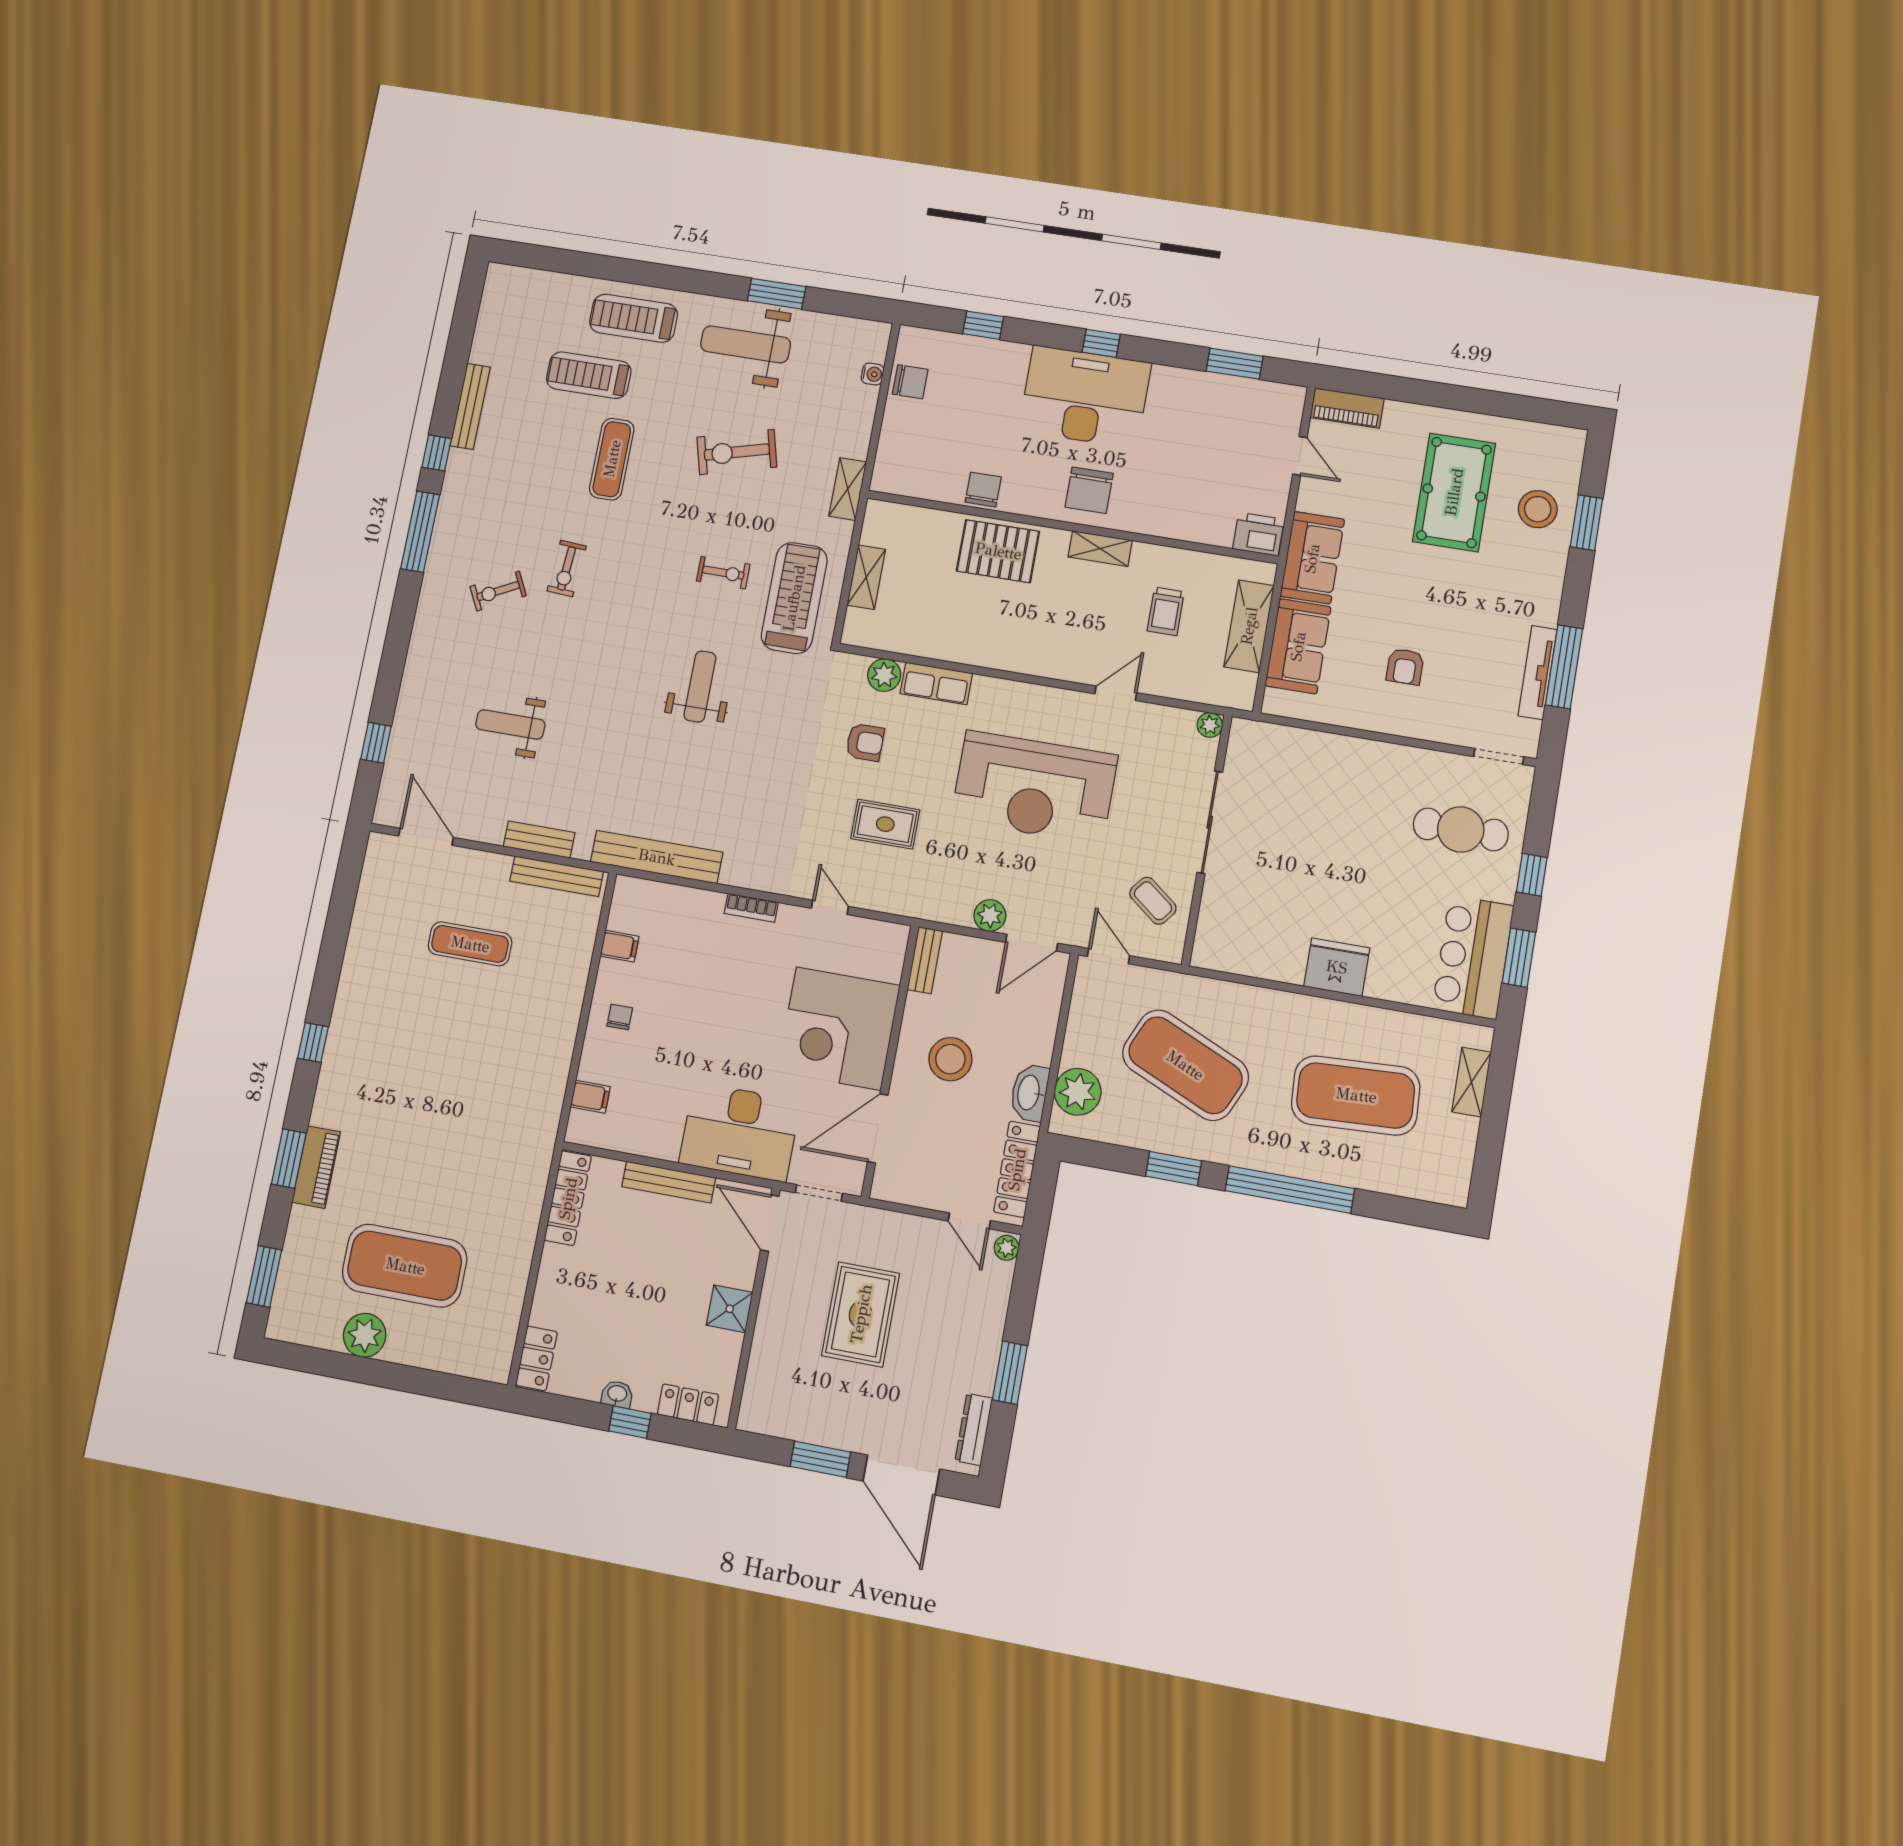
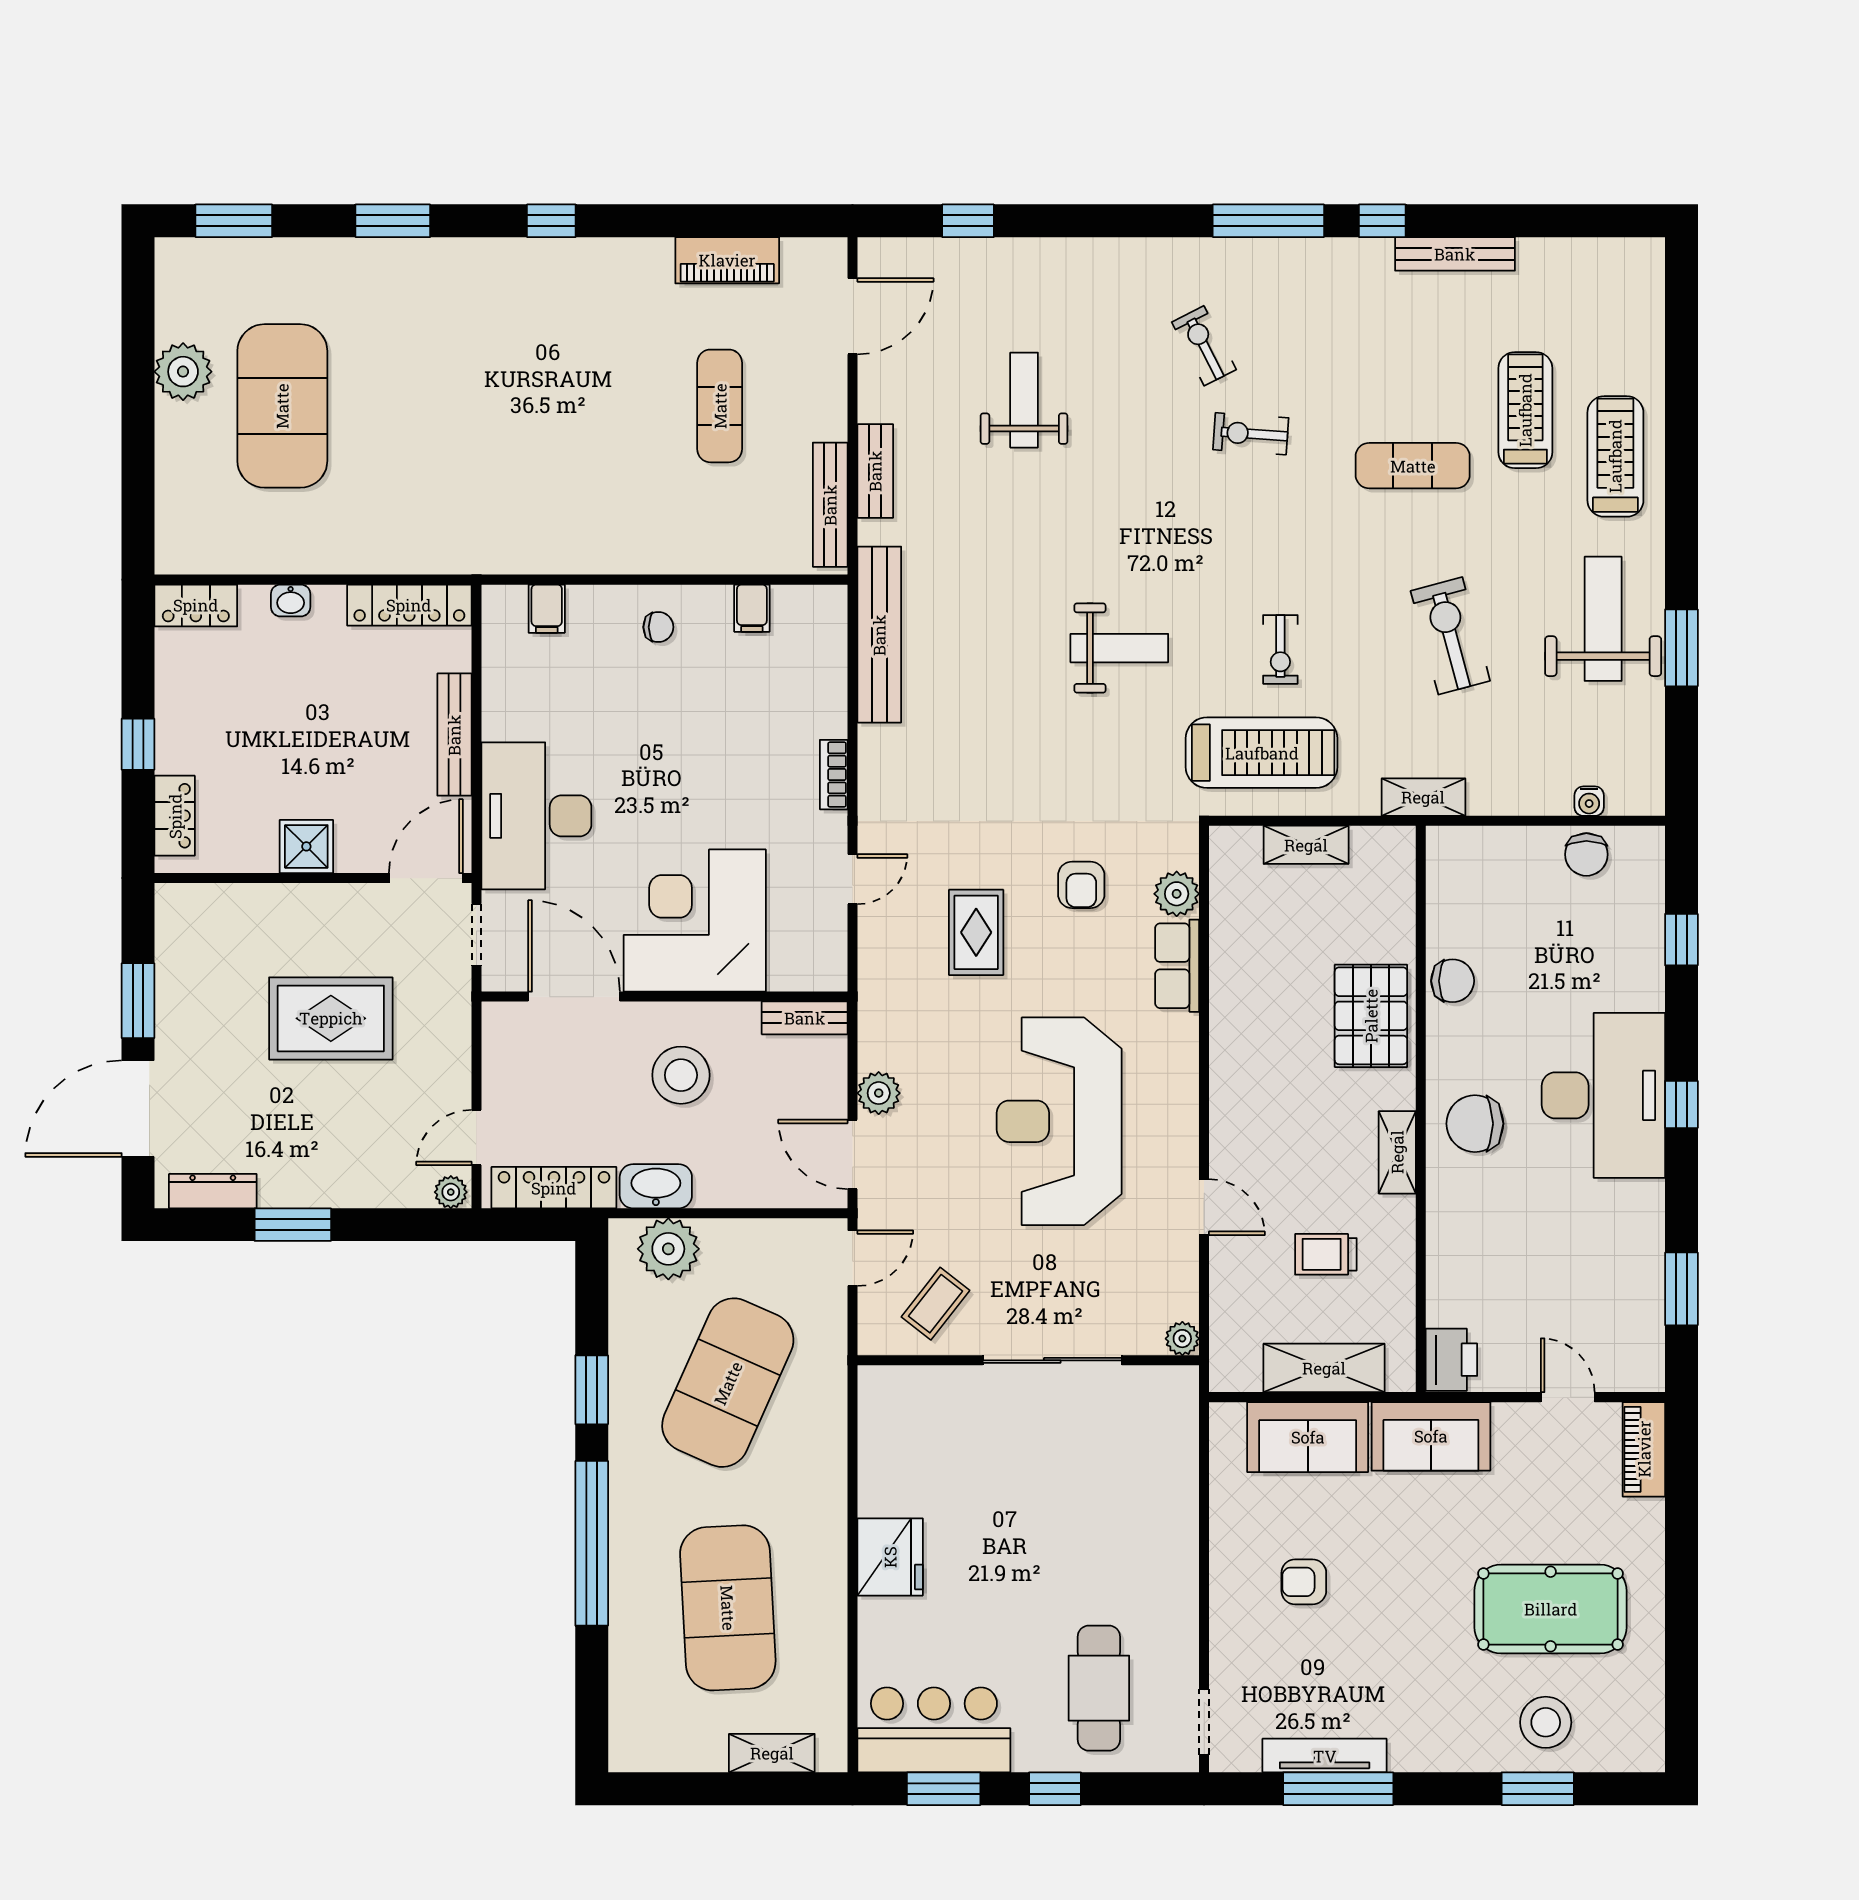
door: (1300, 456) -> (1568, 1397), swing flipped
piano: (316, 1167) -> (727, 260), moved
washbasin: (617, 1394) -> (291, 600), moved, turned 90

